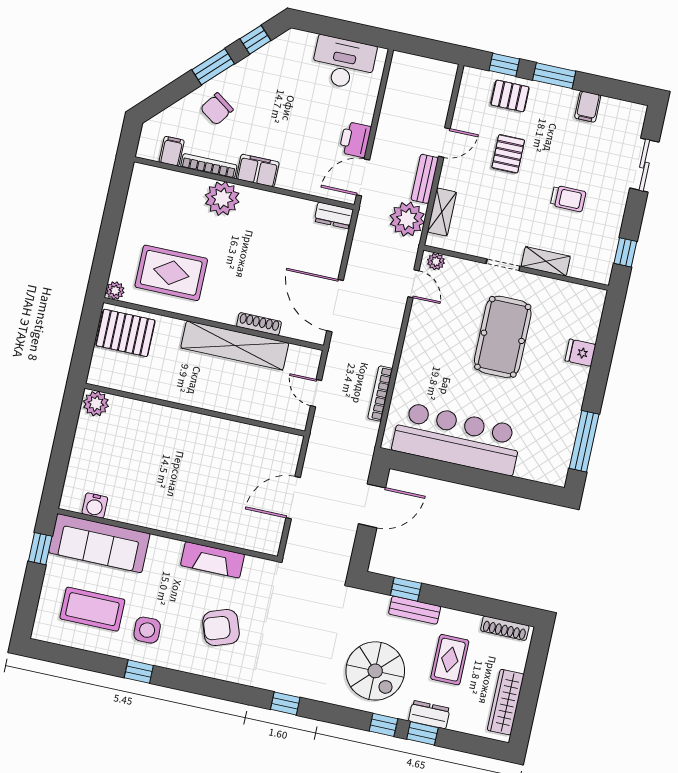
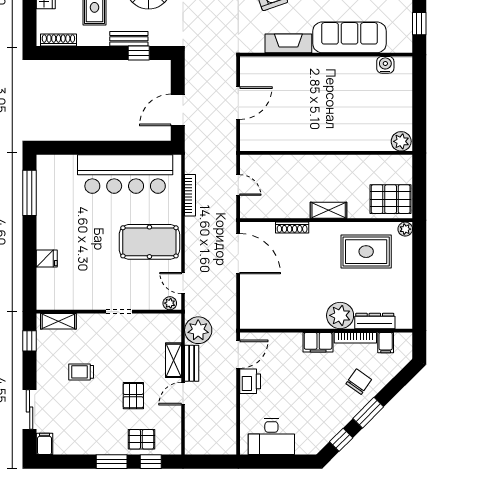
filing cabinet: (588, 107) -> (45, 444), moved
shelving: (442, 212) -> (173, 360), moved
dresser: (334, 215) -> (375, 321), moved, width x1.44
shelving: (546, 261) -> (58, 321), moved
pool table: (503, 337) -> (149, 242), moved, turned 90
shelving: (235, 345) -> (329, 210), width x0.45, depth x0.75
sofa: (99, 543) -> (350, 37), moved

